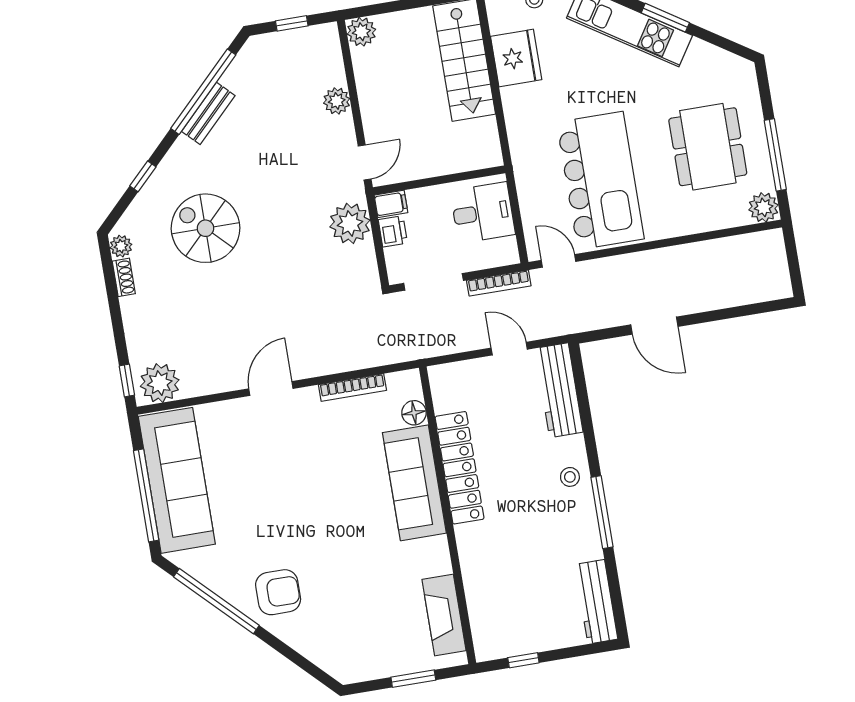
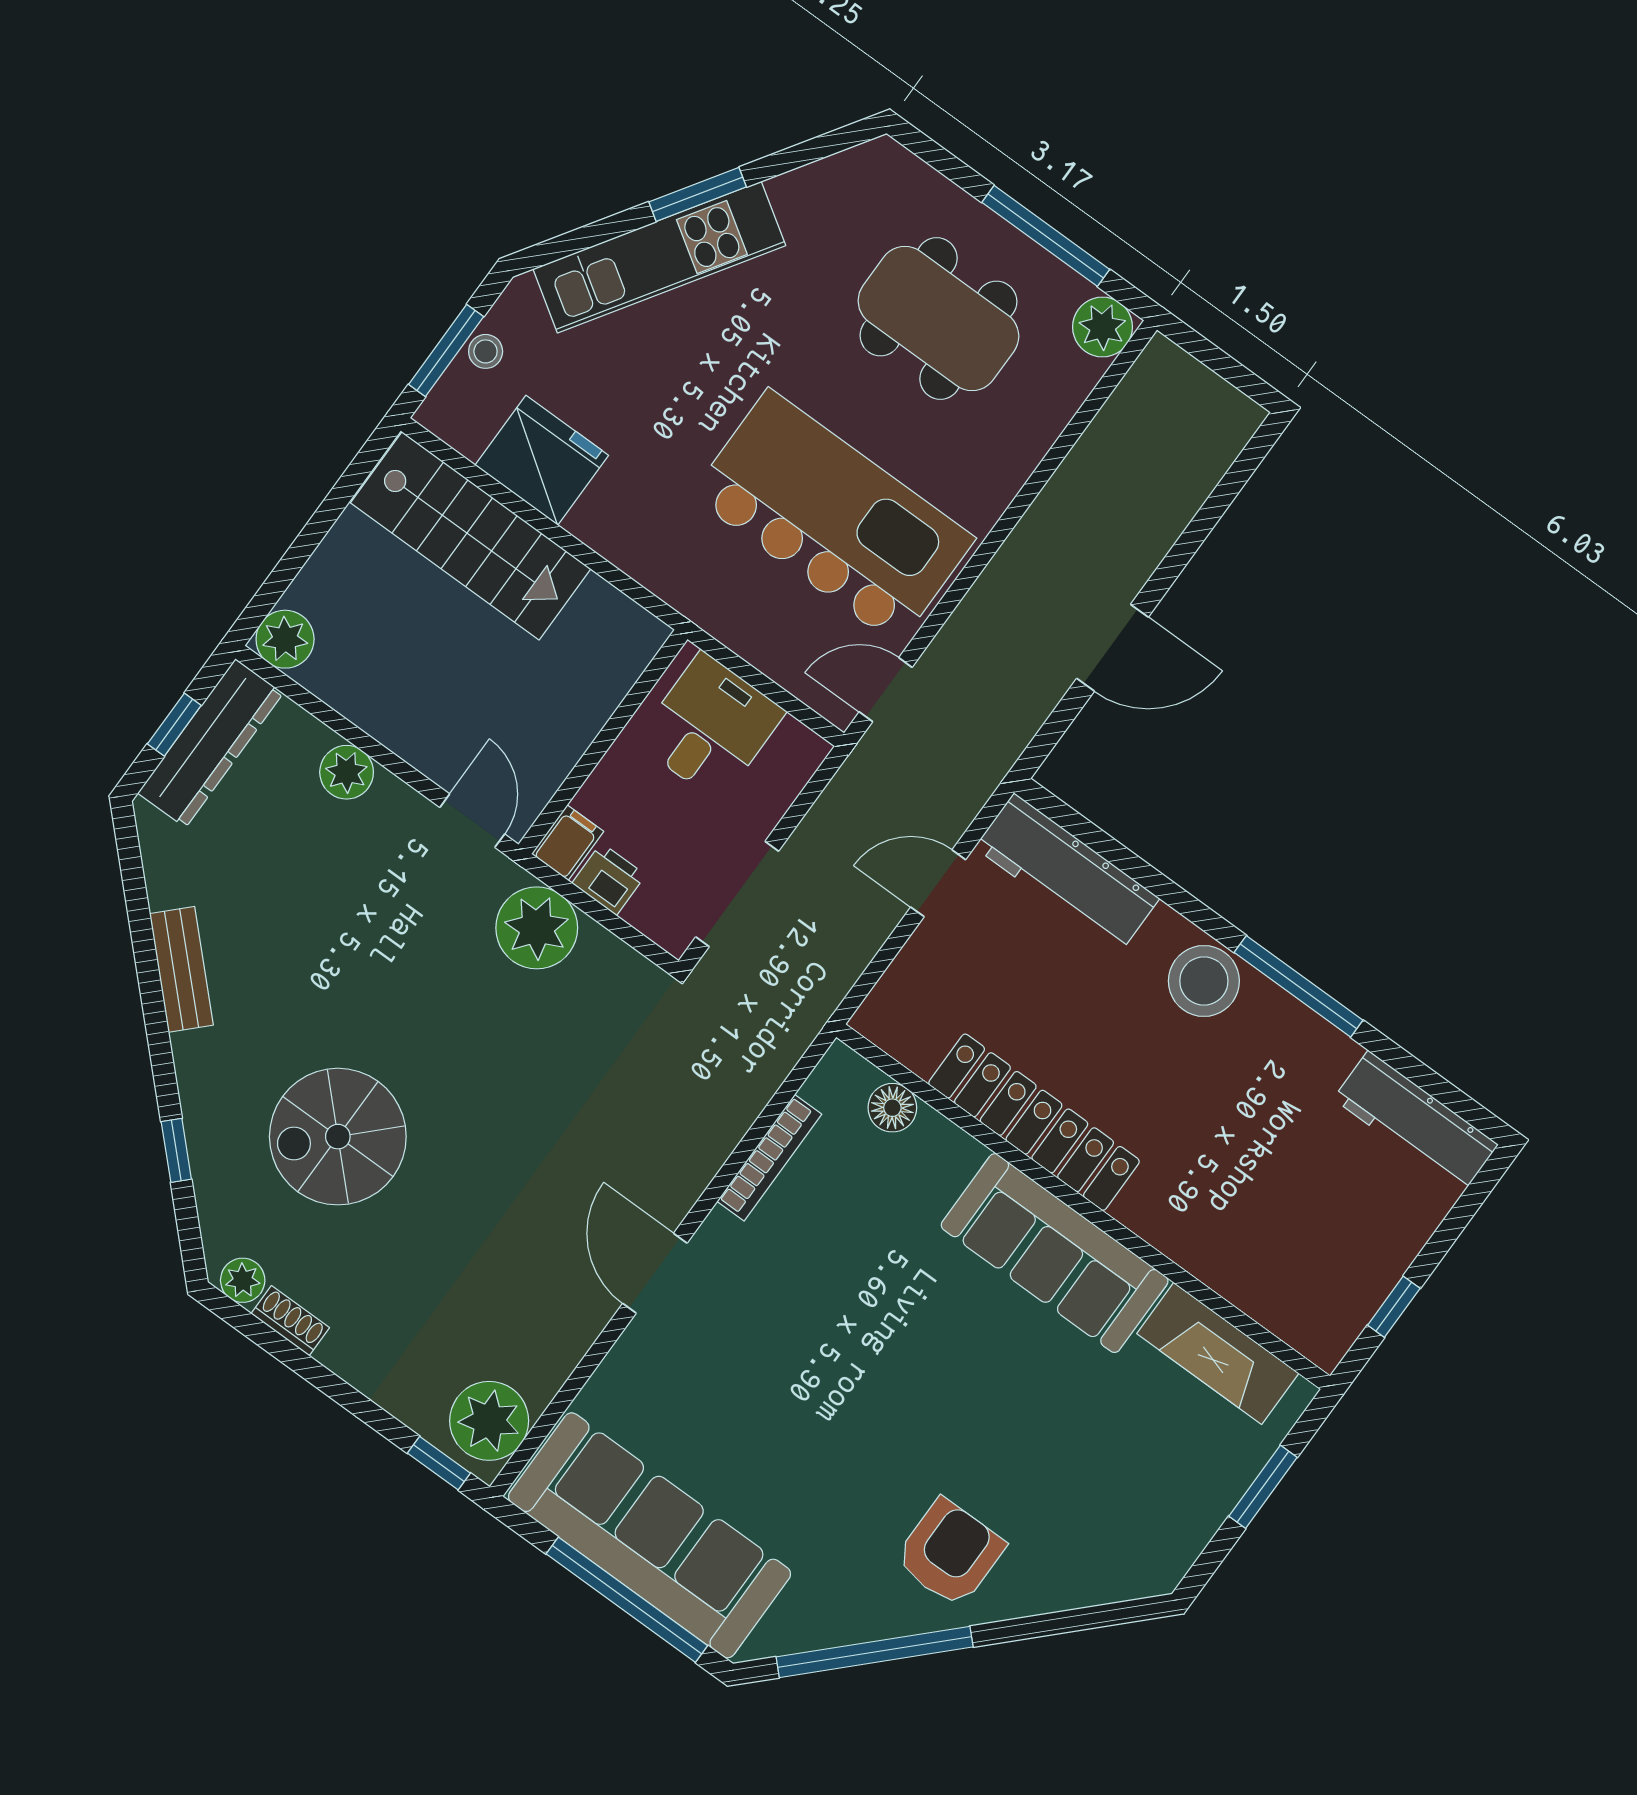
dresser: (298, 43) -> (210, 743), added
window: (203, 92) -> (144, 945), removed
bookcase: (499, 283) -> (832, 805), removed
stool: (570, 477) -> (1204, 981), width x1.89, depth x1.89
sofa: (414, 483) -> (1055, 1253), moved

